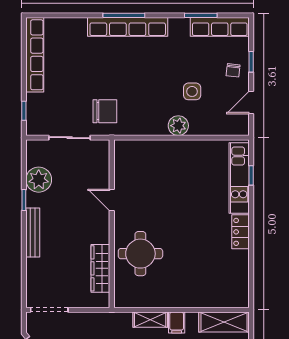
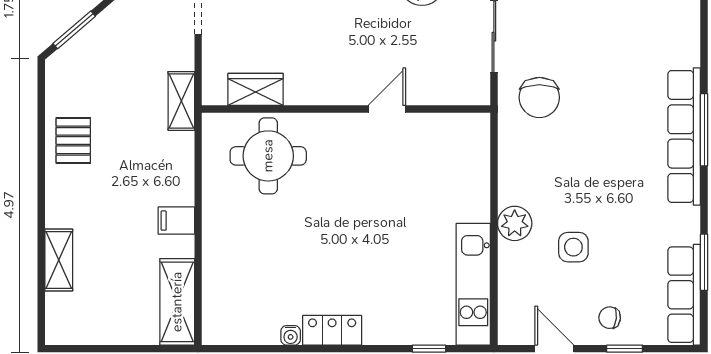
kitchen unit: (239, 178) -> (473, 284), moved, turned -90
round table: (140, 254) -> (268, 156), moved
water cooler: (243, 256) -> (291, 335), added
wardrobe: (100, 268) -> (256, 89), width x0.67
shelving: (150, 320) -> (181, 101), moved

